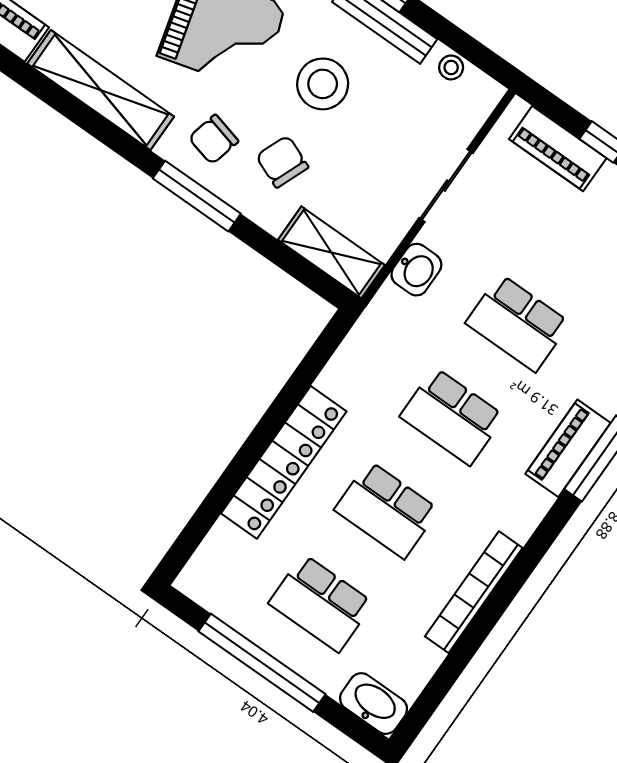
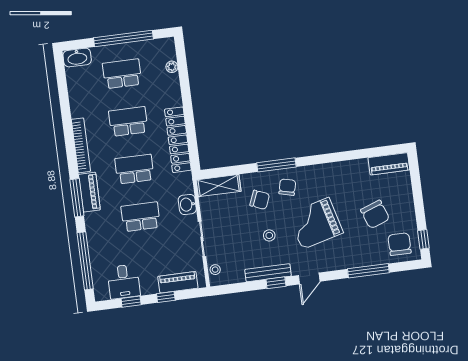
stool: (451, 67) -> (215, 270), moved
stool: (323, 84) -> (269, 235), width x0.53, depth x0.53
shelving: (101, 90) -> (336, 170), removed
locker: (284, 462) -> (178, 140), moved
plant: (223, 535) -> (172, 67), added
bookcase: (474, 592) -> (81, 145), moved

